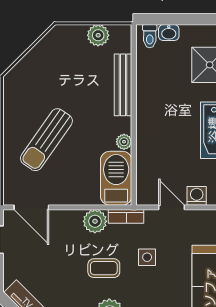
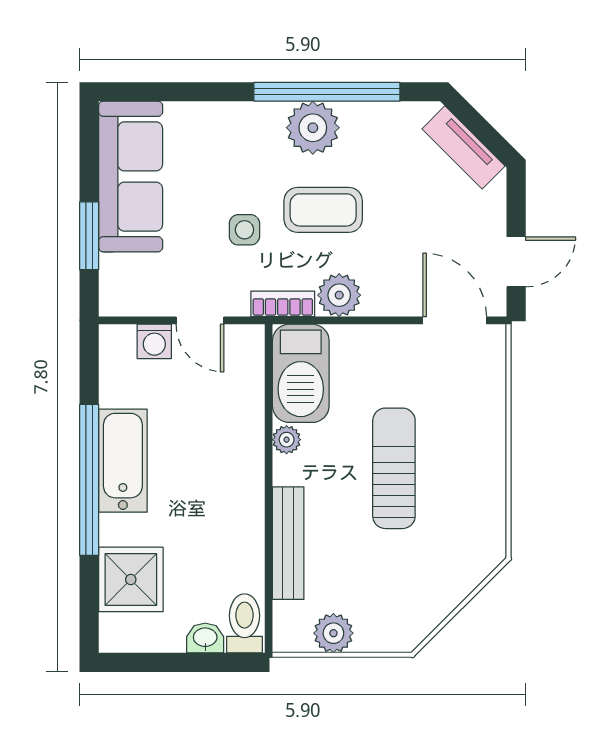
toilet: (150, 36) -> (245, 623), width x1.37, depth x1.39
sun lounger: (46, 140) -> (394, 468), moved, turned -35
coffee table: (104, 268) -> (323, 210), width x1.36, depth x1.30

